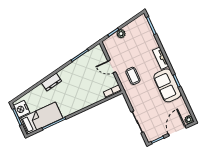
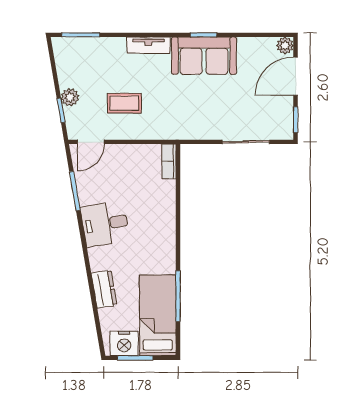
door: (112, 66) -> (91, 142), moved
desk: (71, 76) -> (105, 224), added
coffee table: (133, 76) -> (124, 103), moved
dresser: (52, 82) -> (104, 289), moved
door: (177, 131) -> (296, 76), hinge flipped

